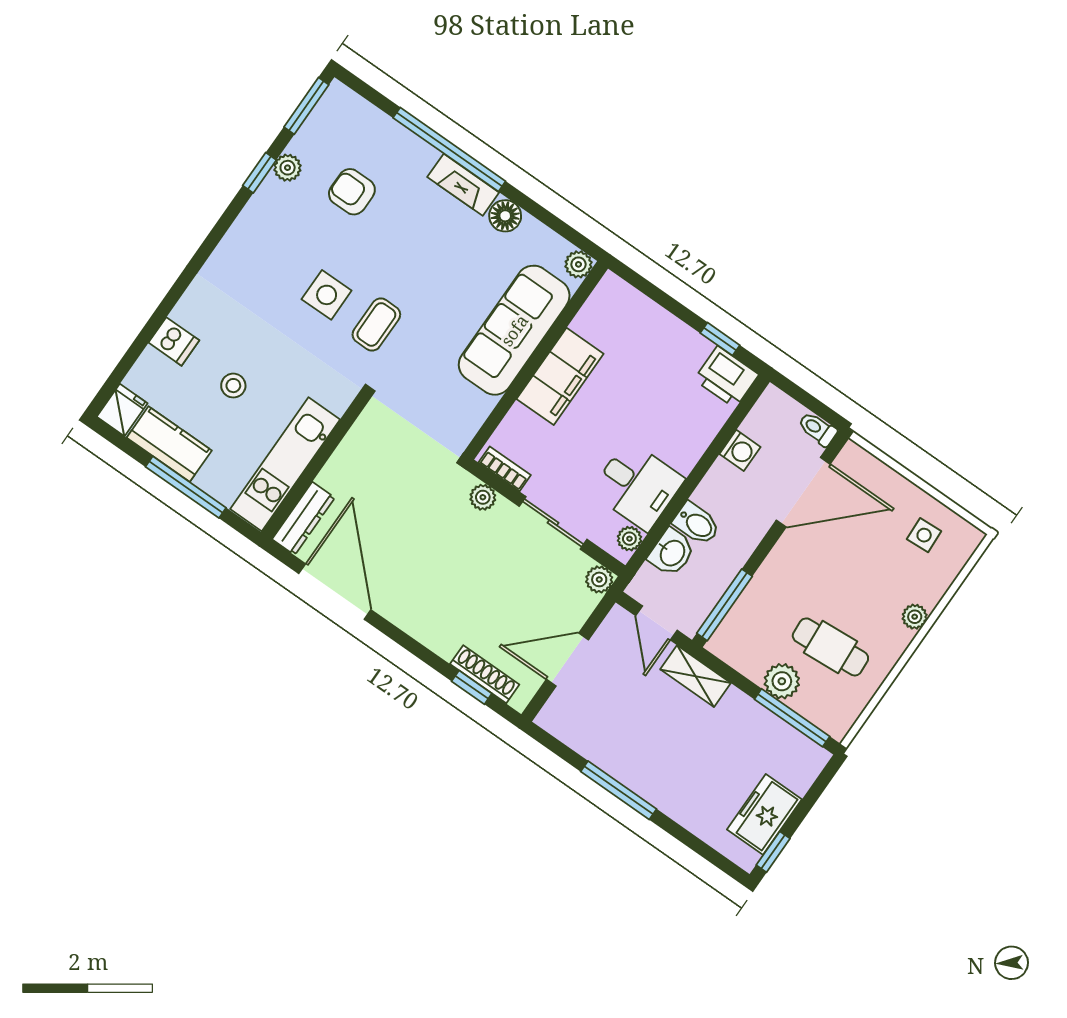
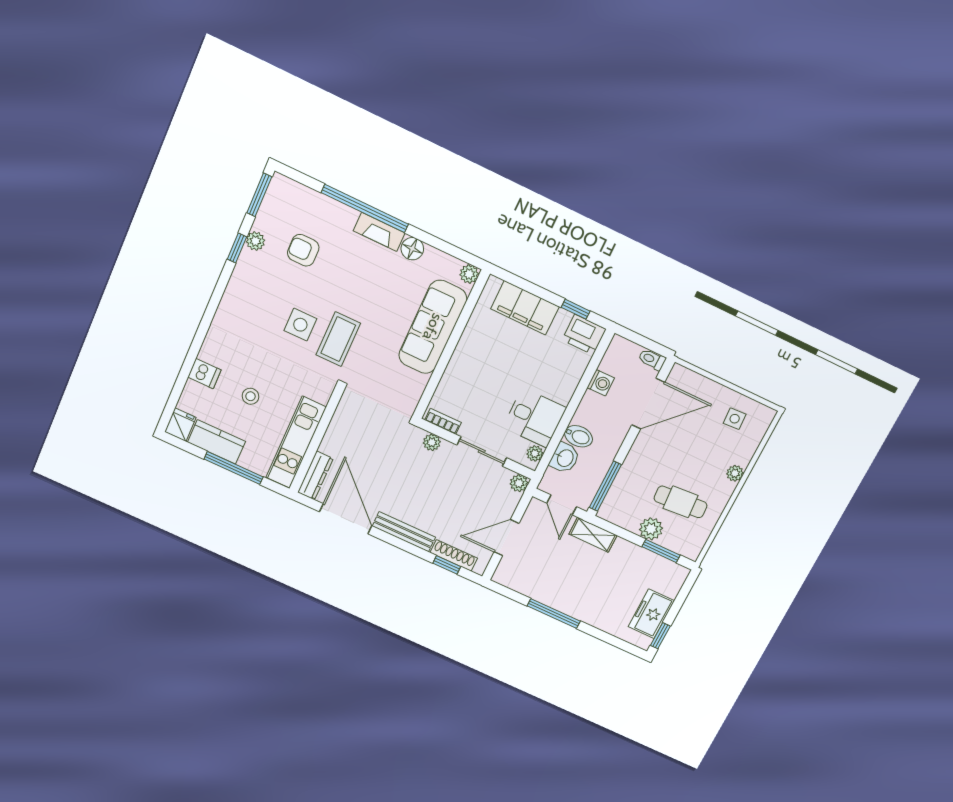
coffee table: (376, 324) -> (338, 339), width x1.36, depth x1.30
filing cabinet: (560, 376) -> (525, 308), moved, turned 90
bench: (417, 625) -> (404, 532), added
window: (792, 718) -> (661, 551), width x0.69

